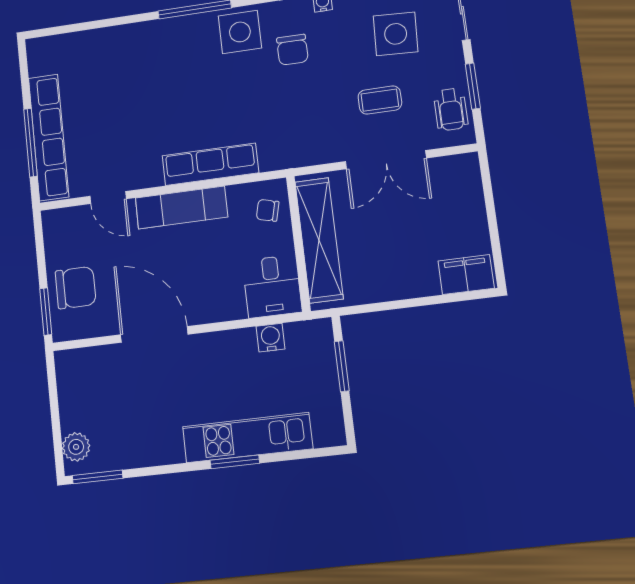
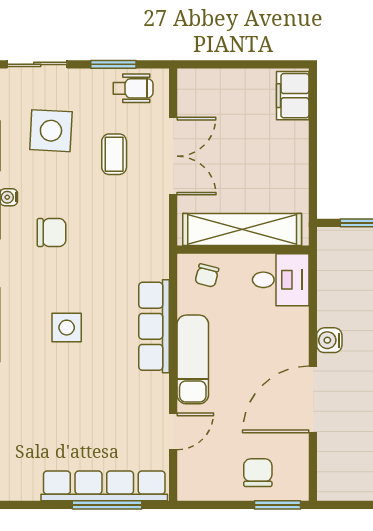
side table: (240, 32) -> (67, 328), moved, width x0.73, depth x0.73
chair: (76, 288) -> (258, 473), width x0.73, depth x0.73
water cooler: (271, 338) -> (329, 340), moved

